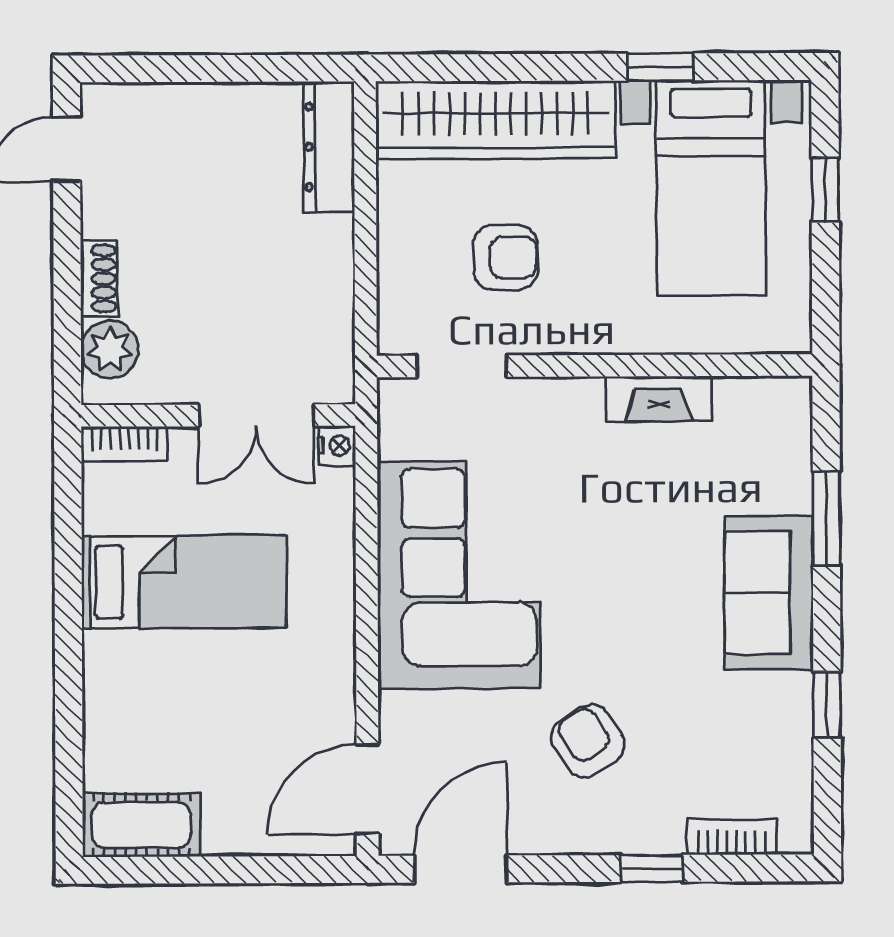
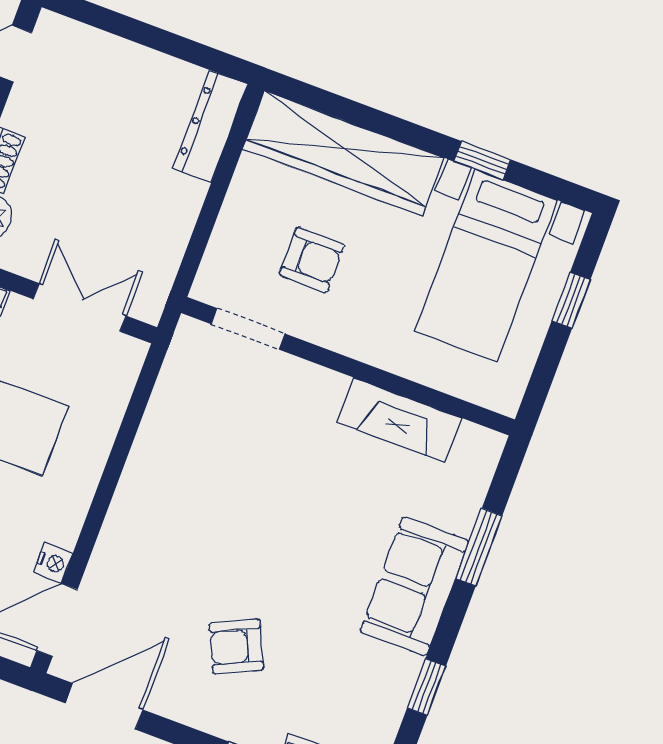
fireplace: (659, 399) -> (399, 420), width x1.37, depth x1.32
double door: (256, 415) -> (80, 307), swing flipped
nightstand: (337, 446) -> (53, 563), moved
corner sofa: (459, 575) -> (186, 485), removed
armchair: (588, 741) -> (236, 647), turned -81

